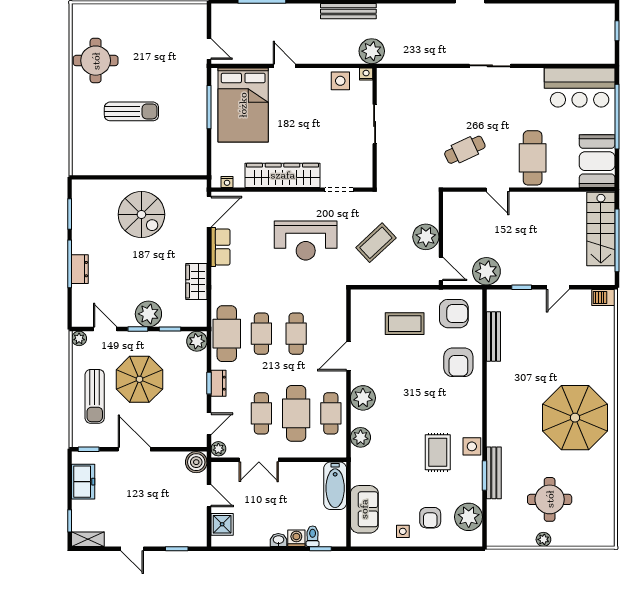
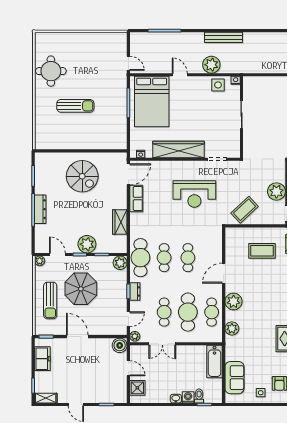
plant: (372, 51) -> (211, 65), moved
coffee table: (376, 243) -> (245, 210), moved
dresser: (80, 269) -> (40, 209), width x1.44

